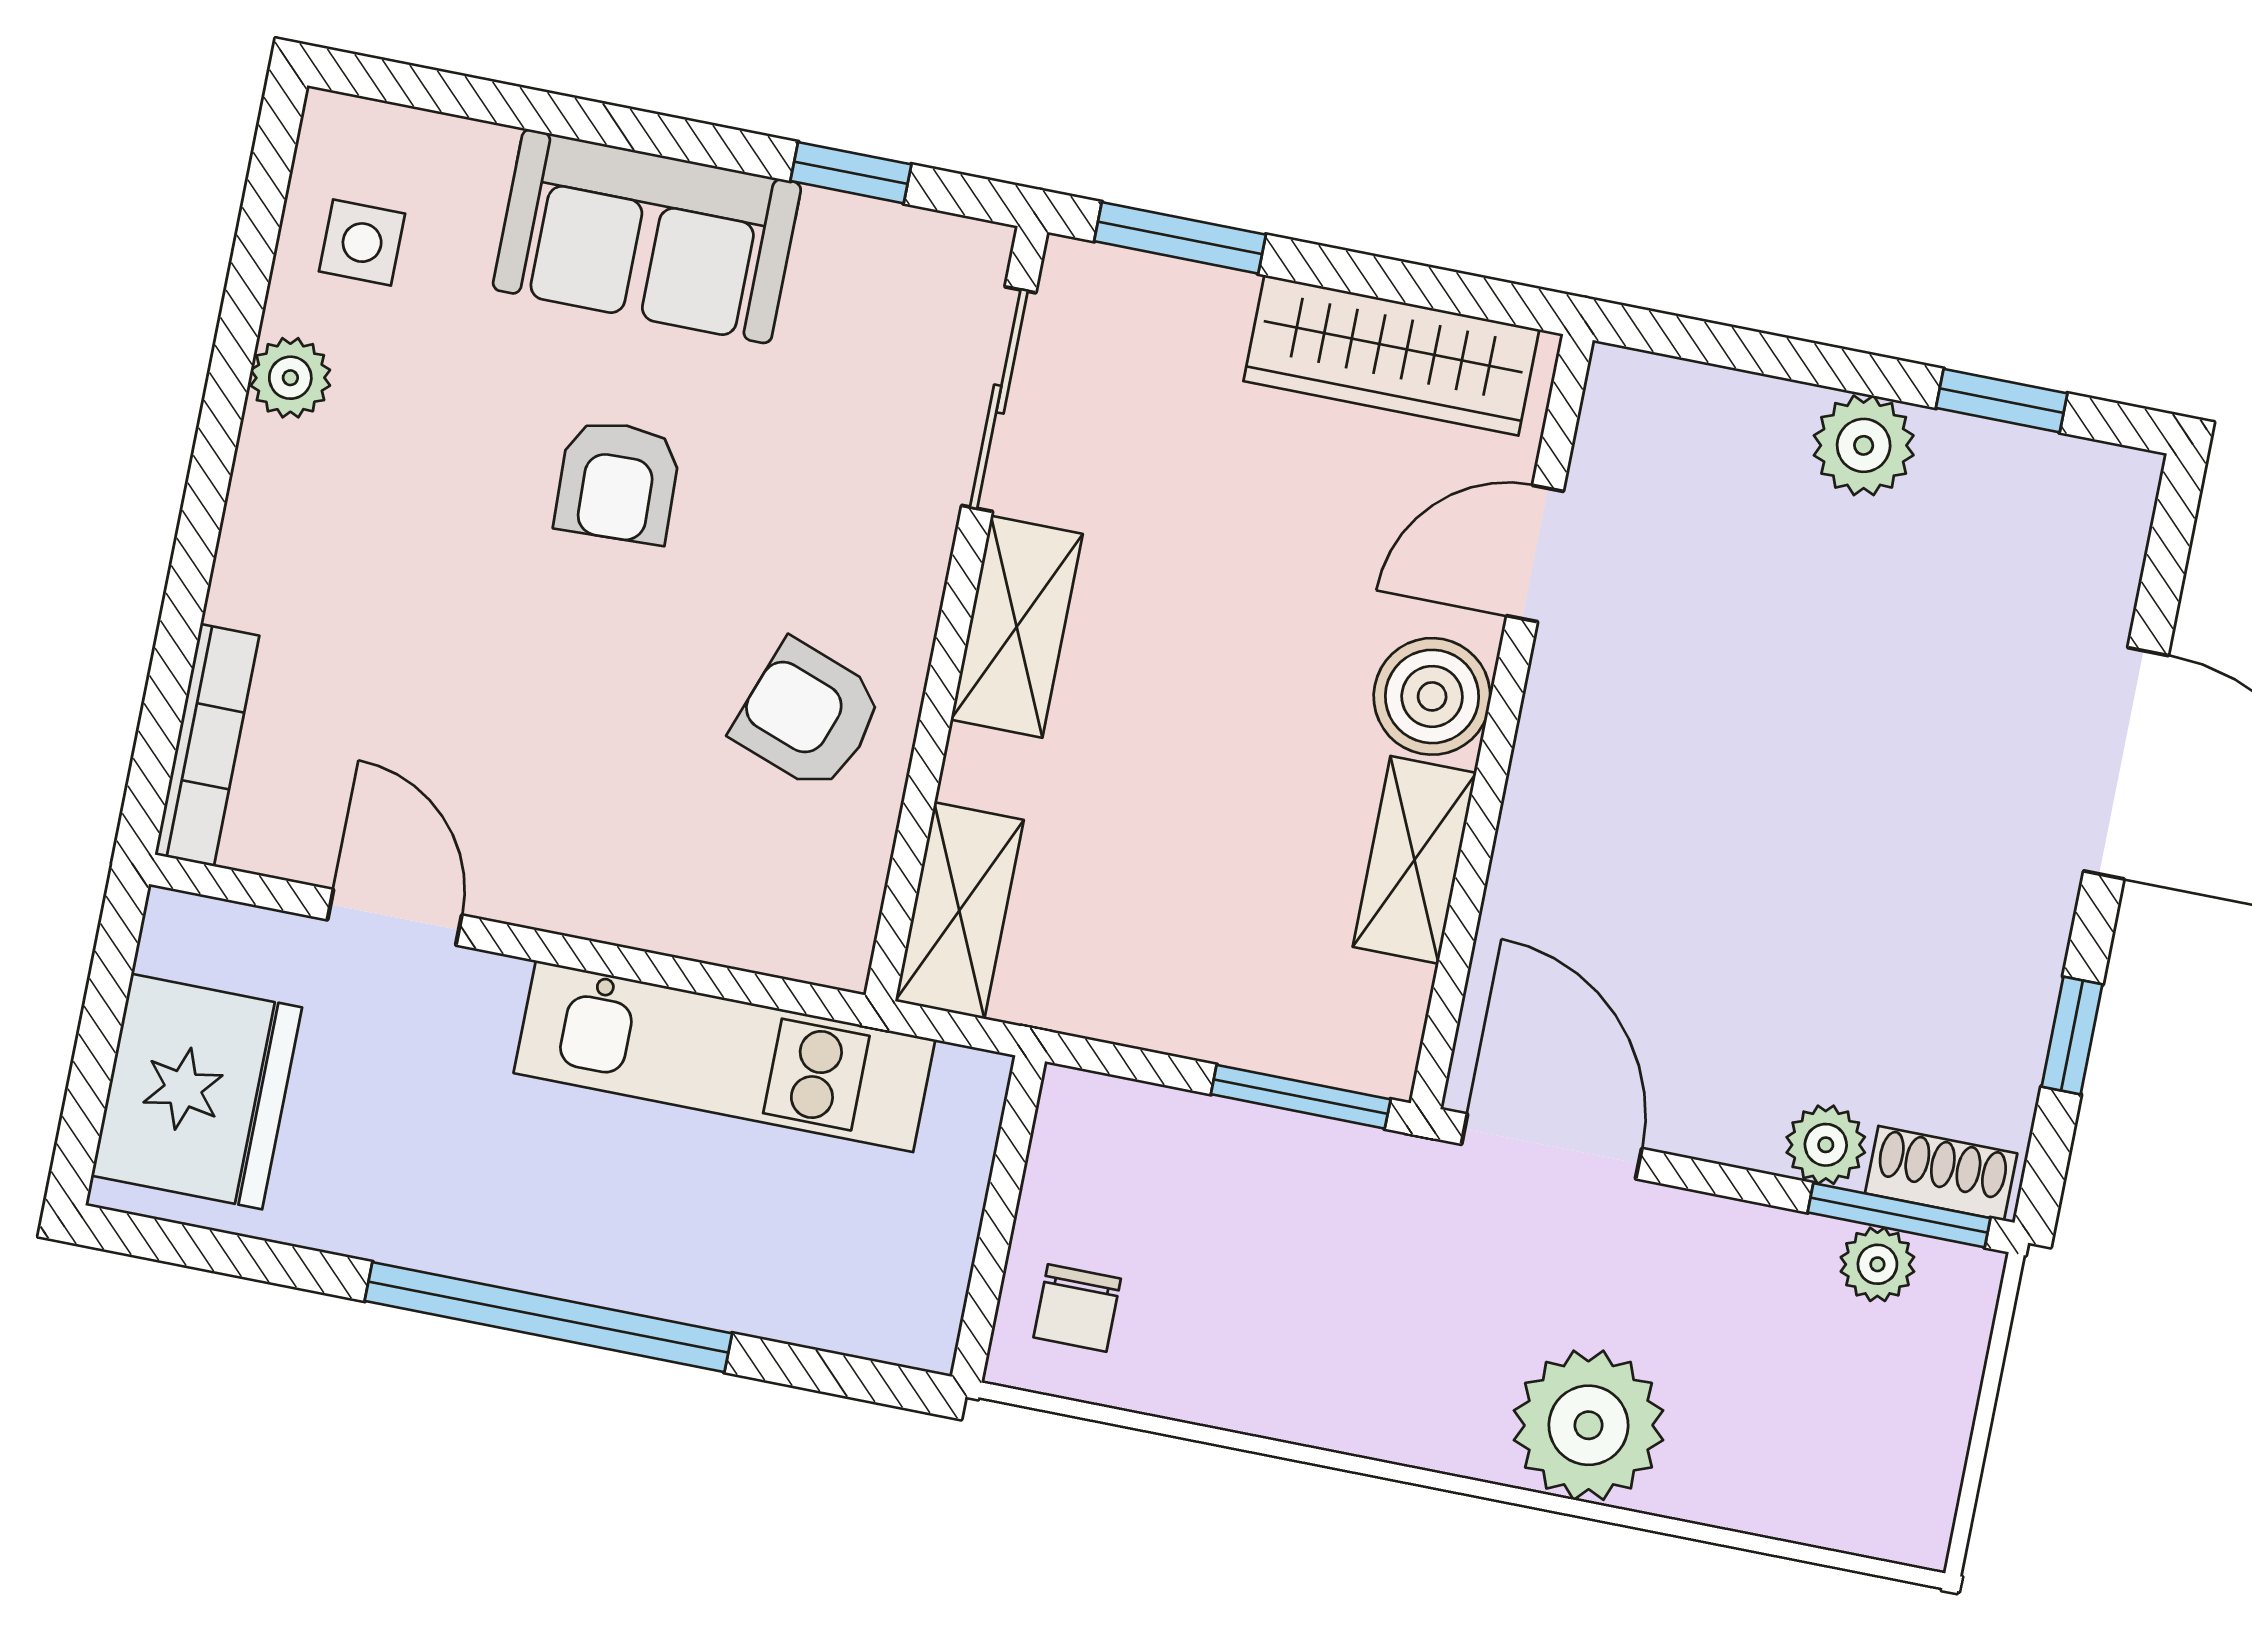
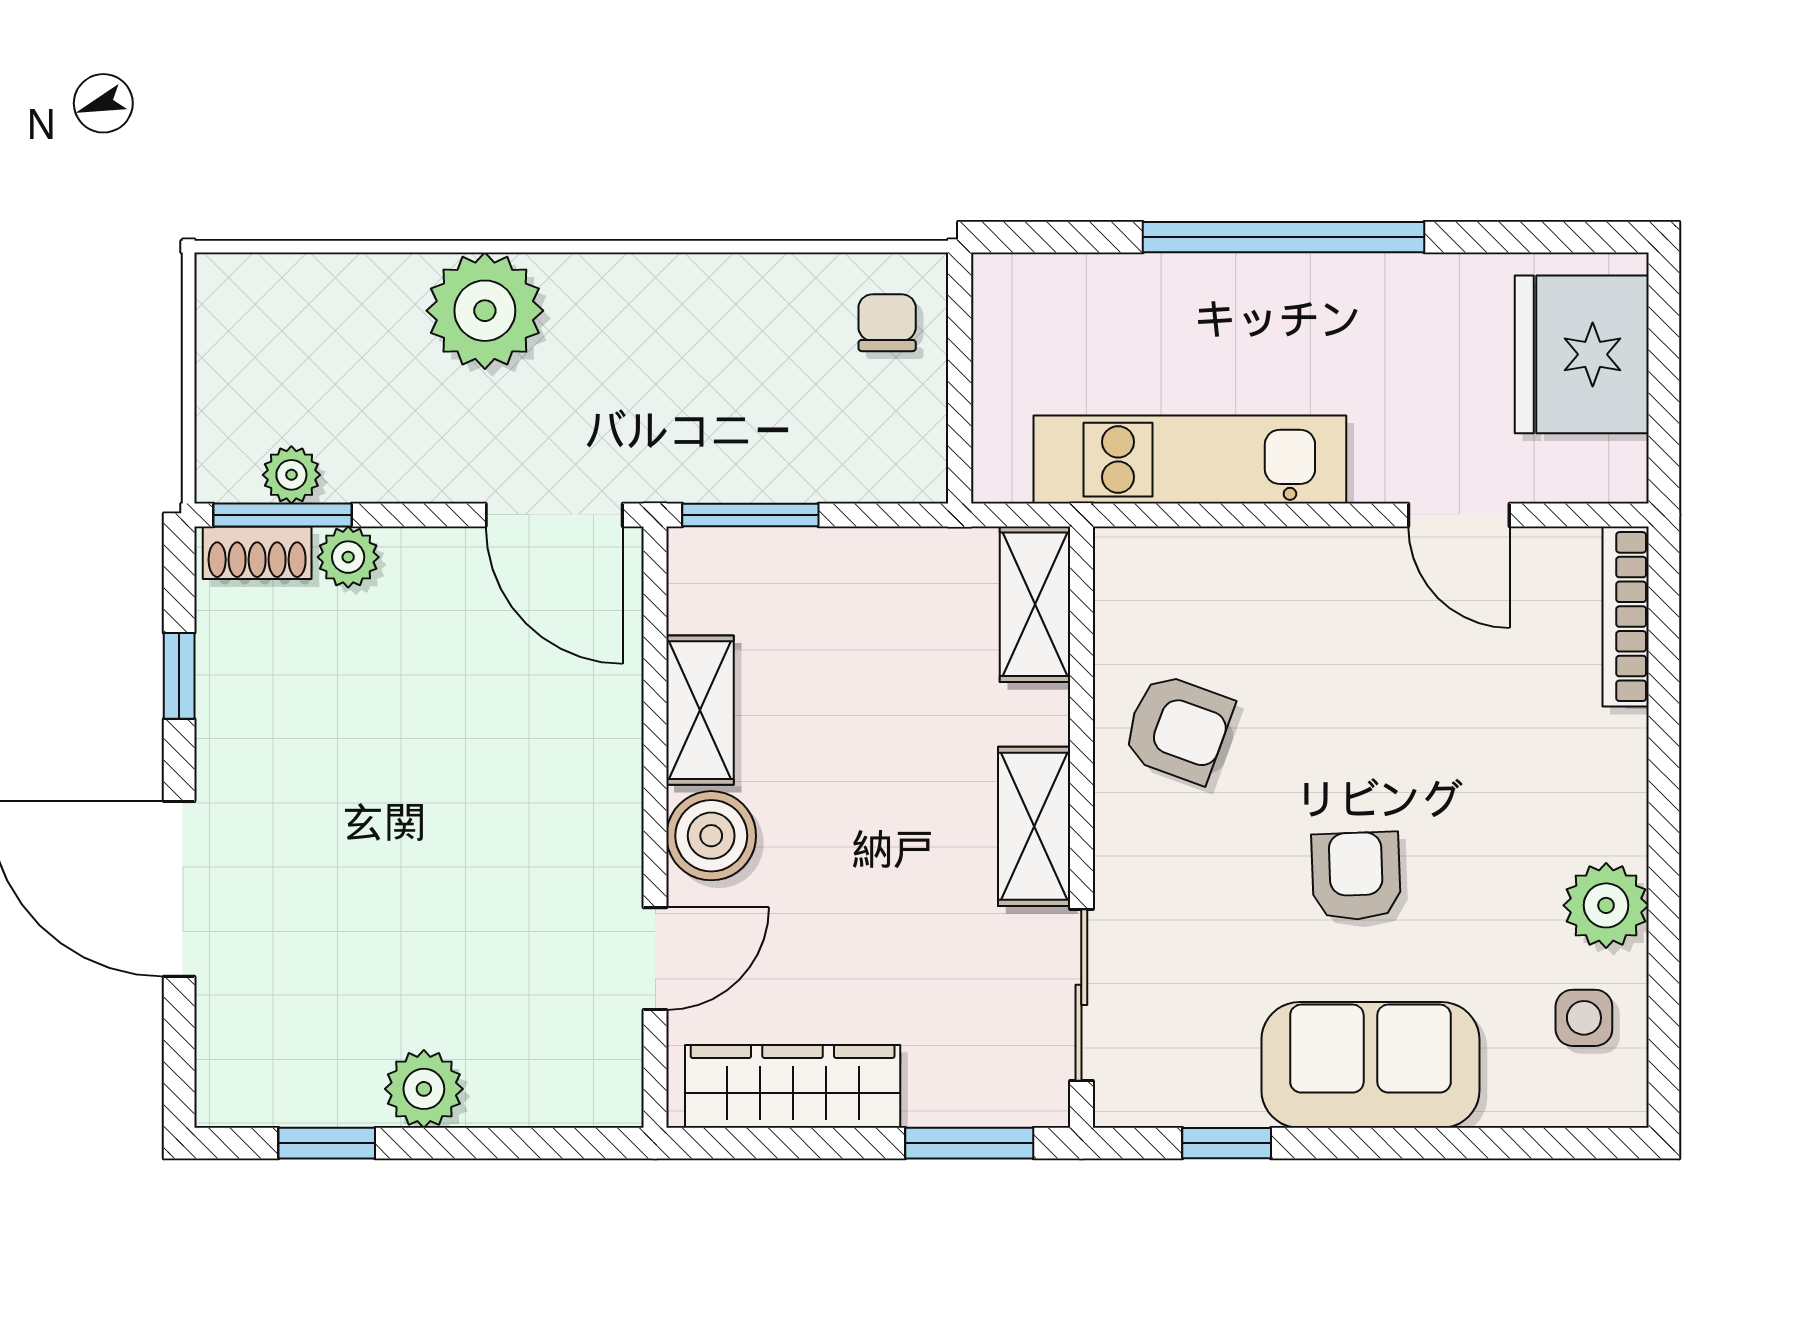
plant: (290, 378) -> (1606, 905), width x1.38, depth x1.38

